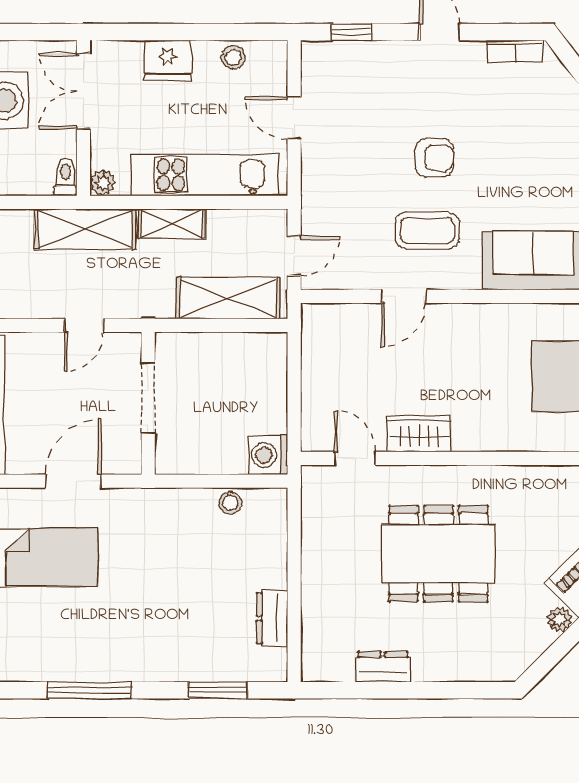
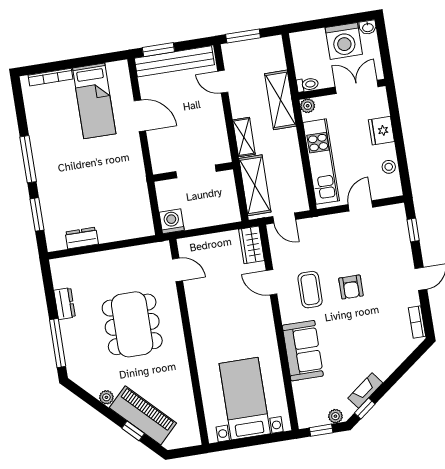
shelving: (172, 224) -> (244, 137), moved
door: (84, 325) -> (223, 82), moved
doorway: (148, 398) -> (196, 171), moved
wall: (148, 403) -> (193, 172), moved
wardrobe: (419, 434) -> (251, 245), moved, turned 180
door: (355, 458) -> (177, 270), hinge flipped
stool: (230, 503) -> (142, 205), removed
window: (90, 690) -> (28, 159), moved
window: (450, 690) -> (58, 343), added

